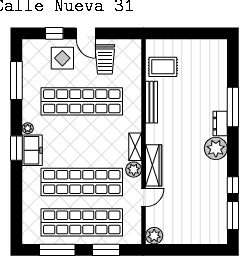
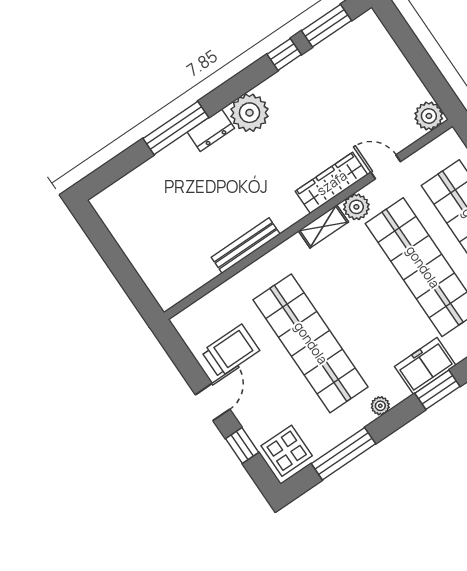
display table: (62, 58) -> (287, 451), moved
rug: (163, 67) -> (186, 263), removed
plant: (28, 128) -> (380, 406), moved

